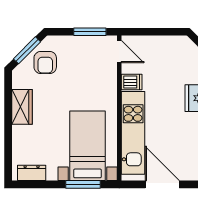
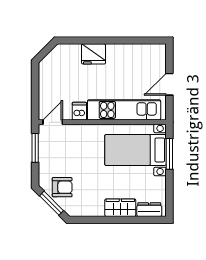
wardrobe: (22, 107) -> (120, 208), moved
dresser: (32, 173) -> (149, 210), moved, turned 90
door: (162, 184) -> (169, 84), width x0.73

